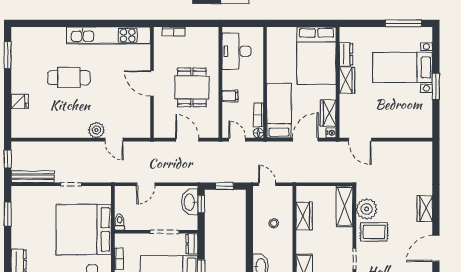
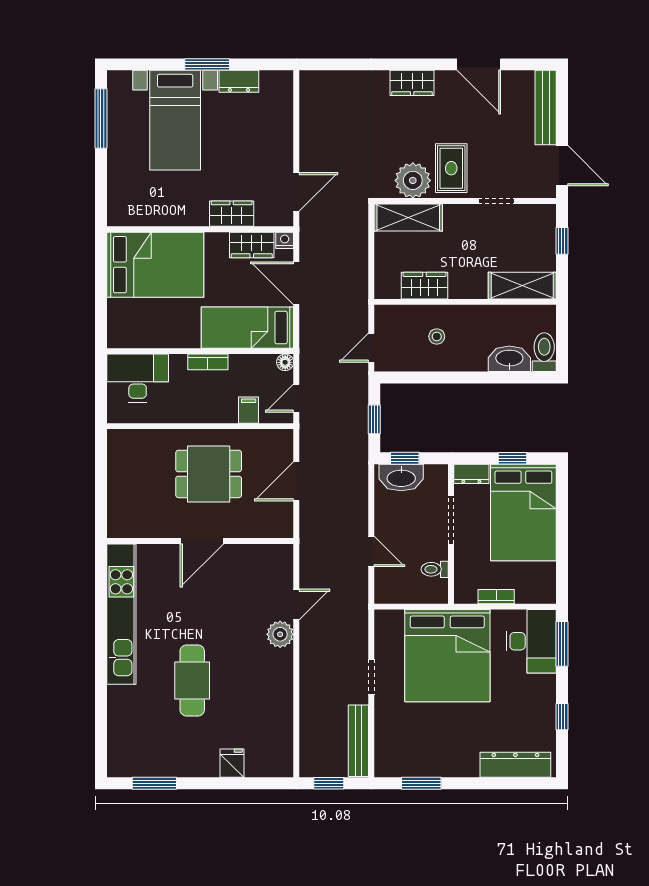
bookcase: (174, 31) -> (114, 505), removed
desk: (236, 51) -> (138, 378), moved, turned 180
dresser: (346, 54) -> (239, 81), moved, turned 180
wardrobe: (347, 80) -> (232, 214), moved
filing cabinet: (230, 96) -> (249, 410), moved
bookcase: (259, 115) -> (208, 362), moved
toilet: (119, 222) -> (435, 569), moved

